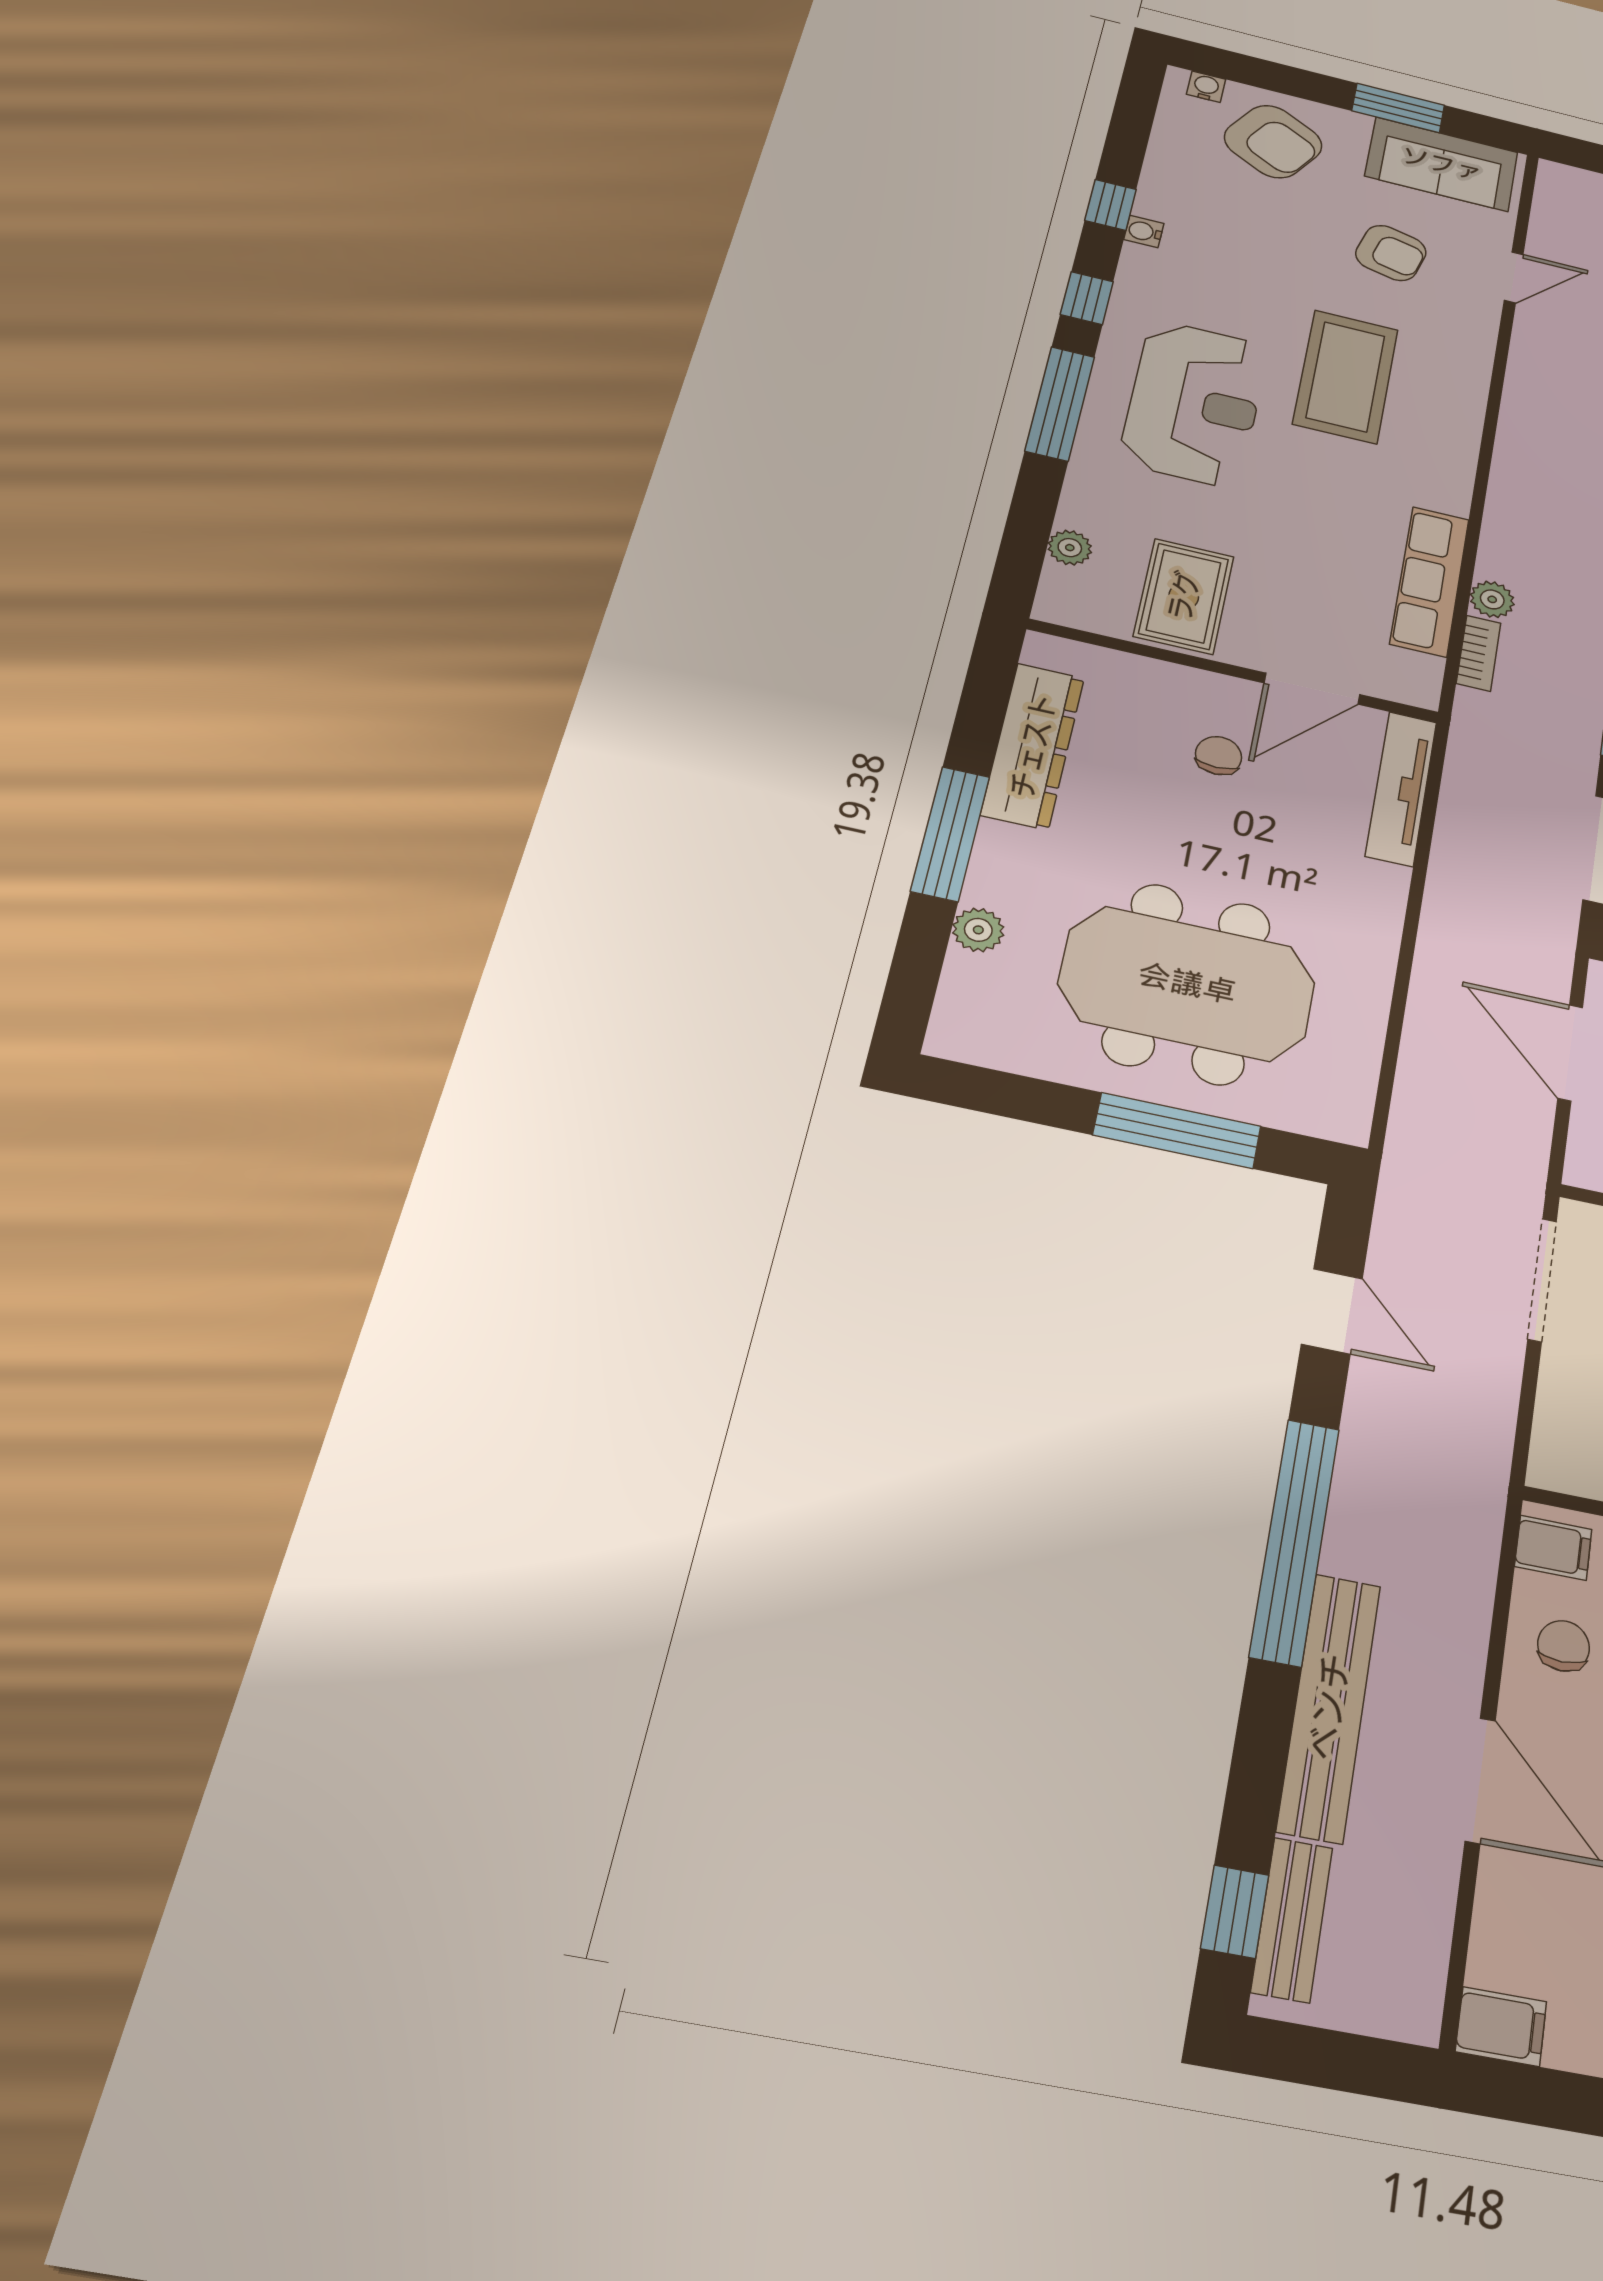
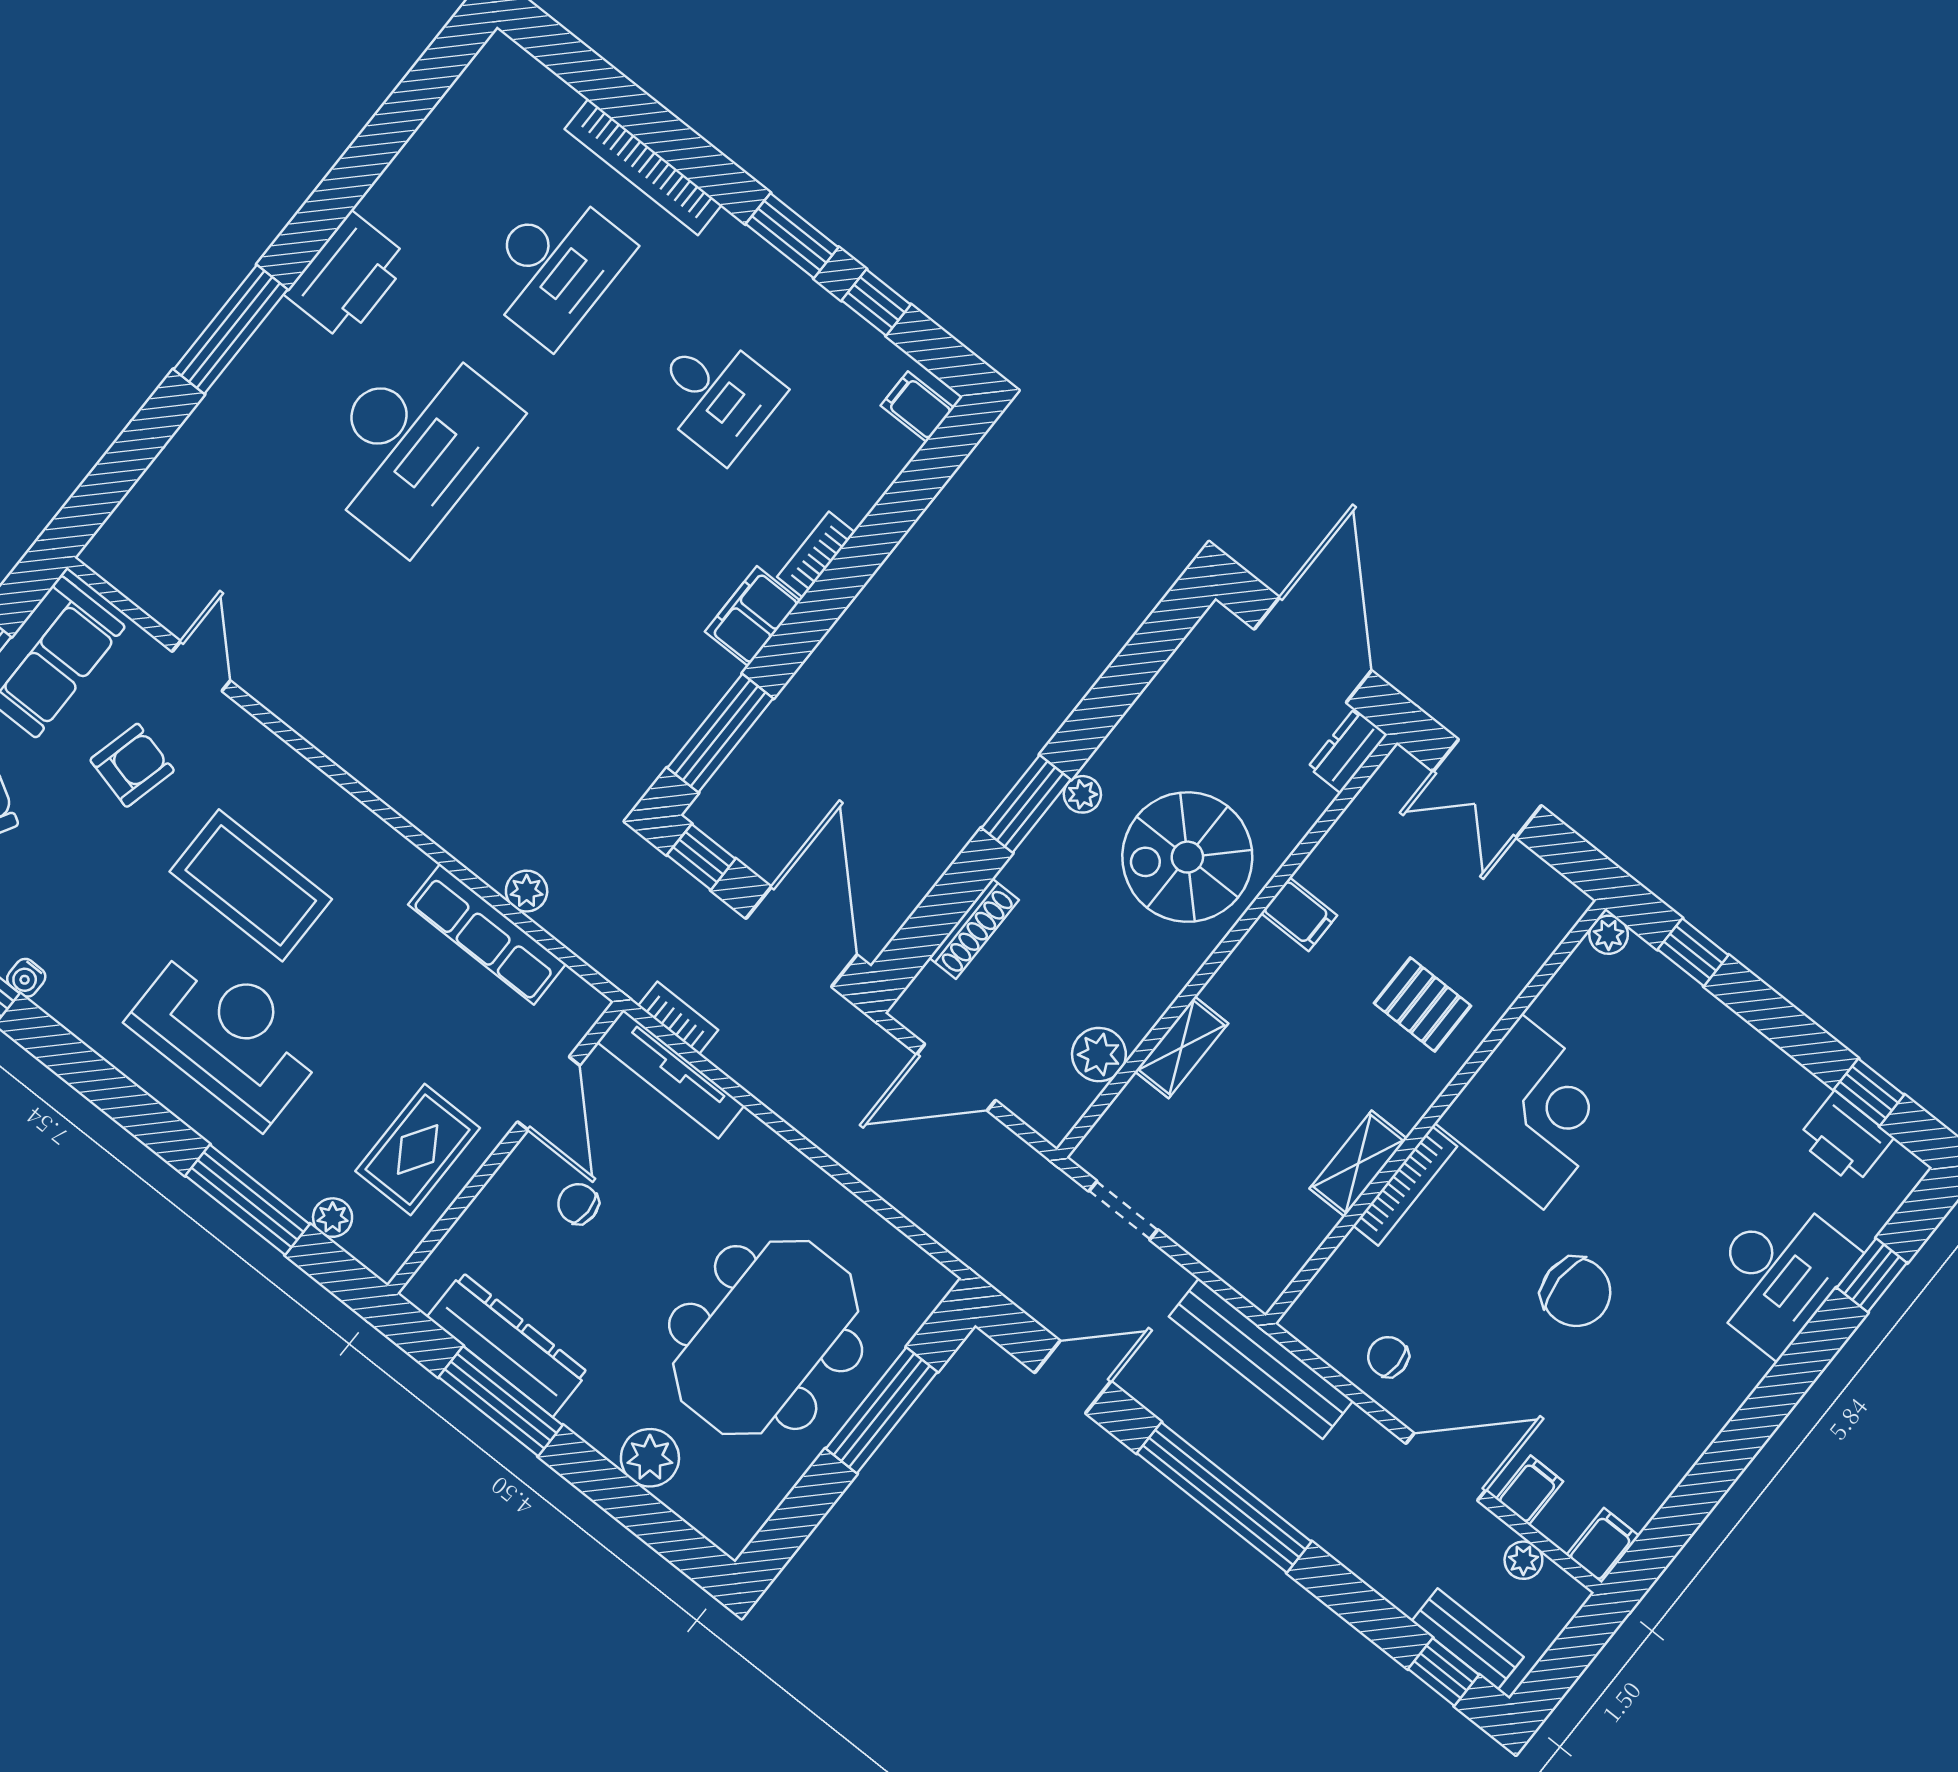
window: (1087, 298) -> (81, 1067), removed
window: (1060, 404) -> (248, 1200), moved
rug: (1184, 596) -> (418, 1150), turned 90
bookcase: (1478, 653) -> (678, 1018), moved
window: (950, 834) -> (501, 1401), moved
plant: (978, 930) -> (650, 1458), width x1.38, depth x1.38
doorway: (1542, 1280) -> (1123, 1210), width x0.73
filing cabinet: (1553, 1548) -> (1530, 1490), moved
bench: (1329, 1707) -> (1261, 1359), moved
plant: (1426, 1936) -> (1523, 1560), added

